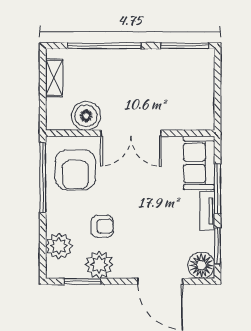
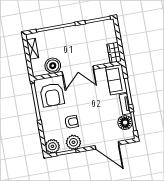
wardrobe: (204, 112) -> (114, 53), added
plant: (59, 246) -> (52, 146), moved
floor lamp: (201, 265) -> (125, 123), moved

